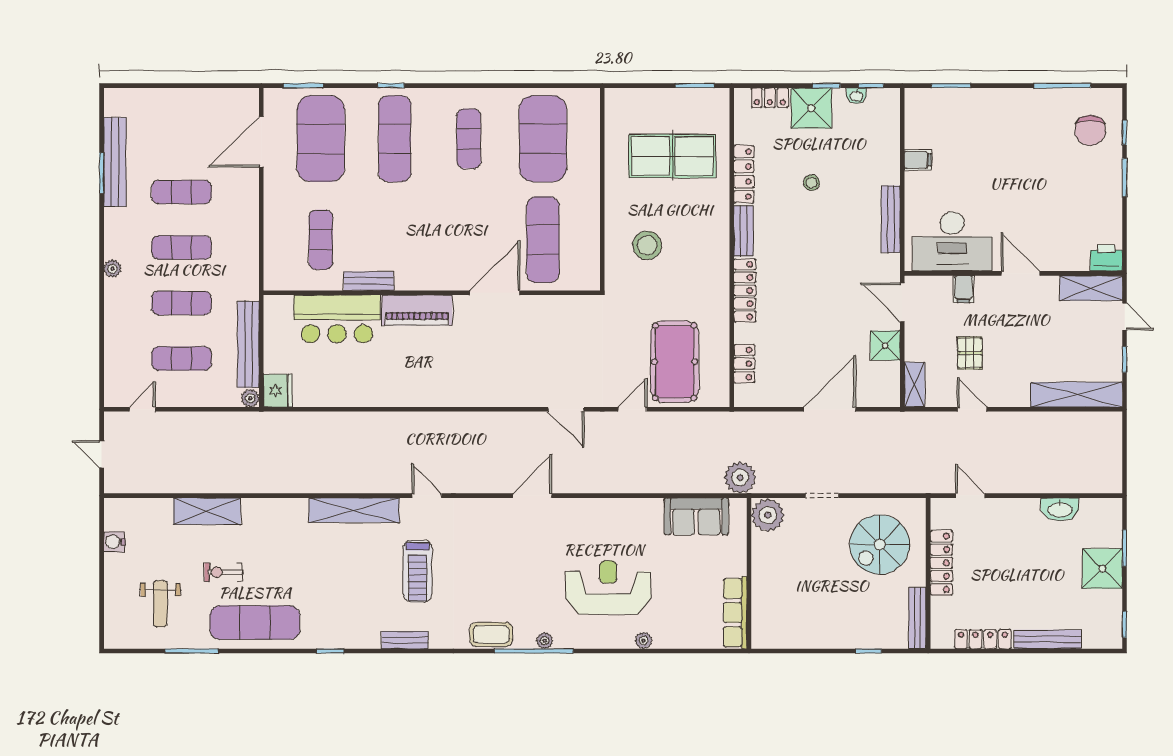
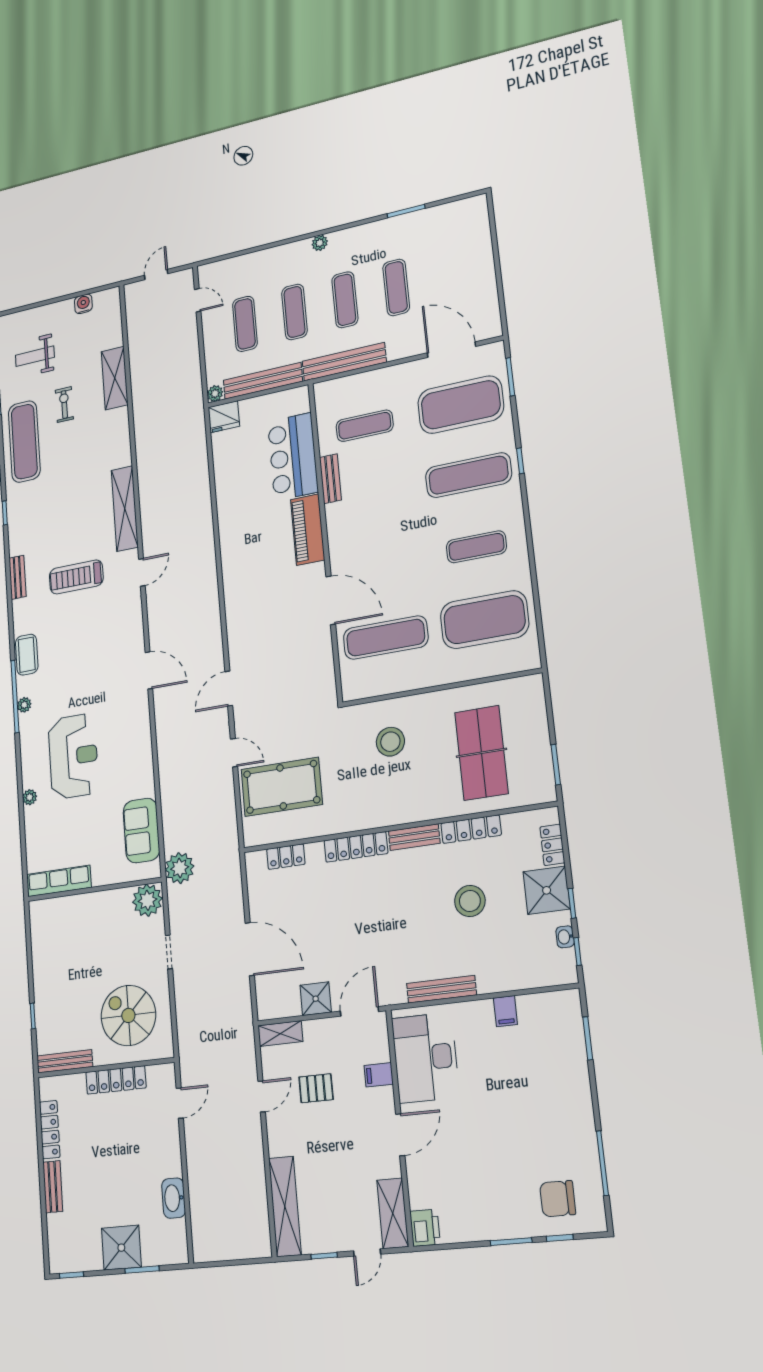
bench: (115, 162) -> (344, 362), moved
stool: (812, 183) -> (470, 901), width x1.89, depth x1.89
bench: (1048, 639) -> (53, 1187), width x0.73

